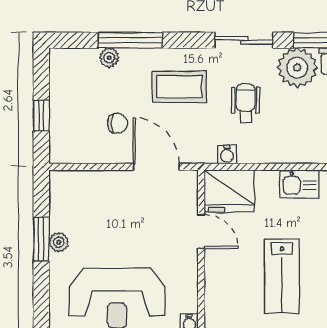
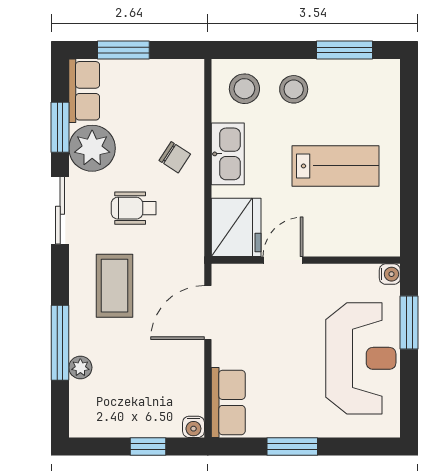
chair: (118, 123) -> (175, 157), moved, turned 123
water cooler: (227, 155) -> (193, 427), moved, turned 90
row of seats: (79, 184) -> (228, 402), added
kitchen sink: (299, 184) -> (228, 154), width x1.38
plant: (59, 242) -> (296, 426), removed

